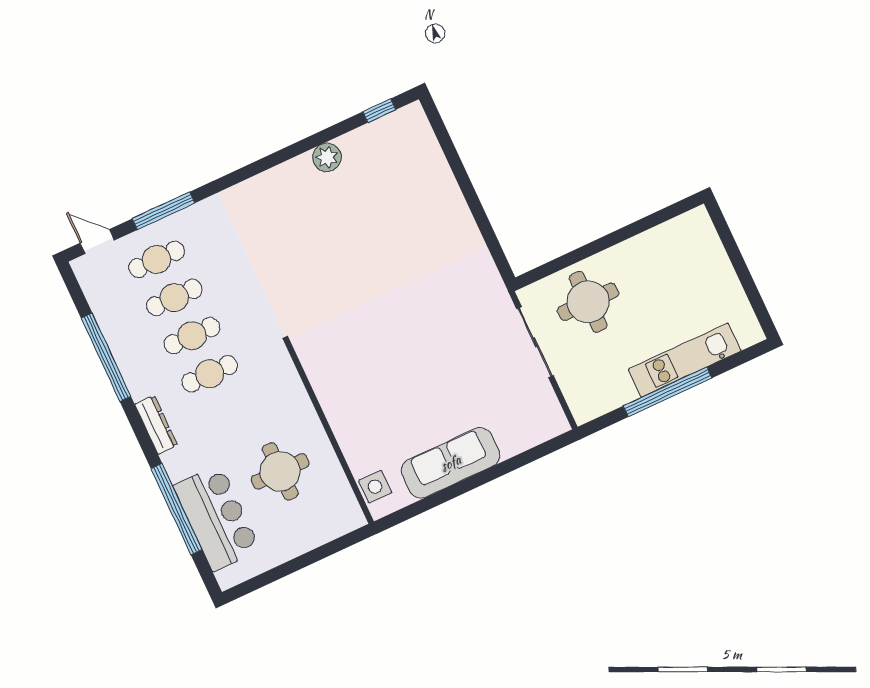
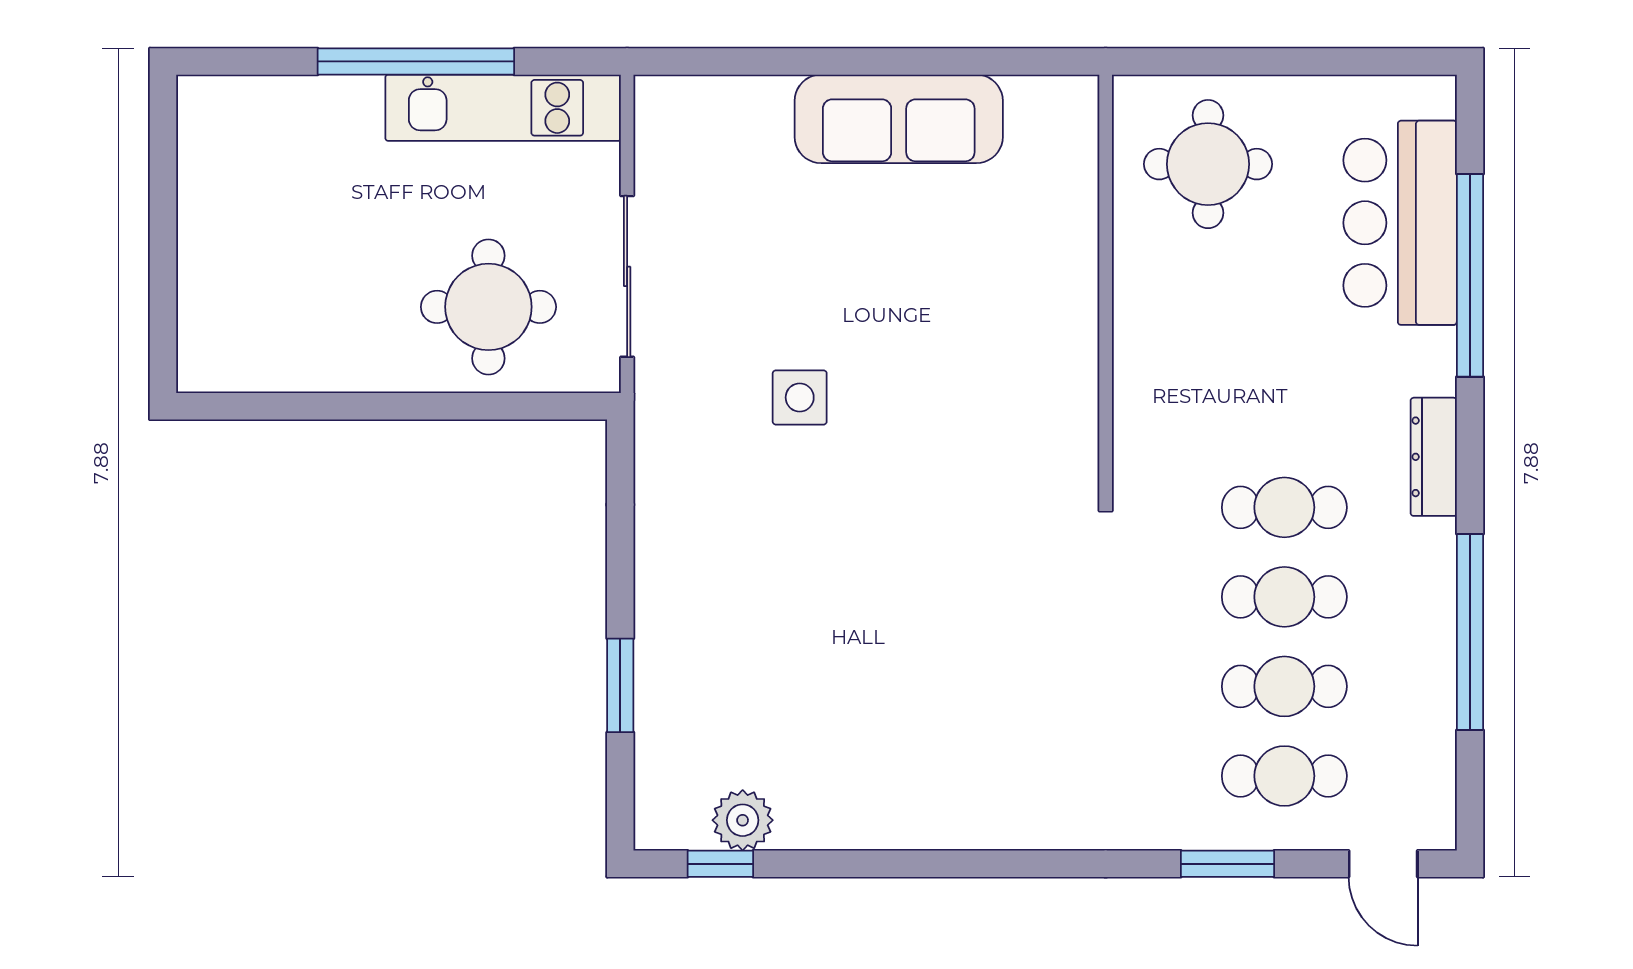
plant: (327, 157) -> (743, 820), moved
window: (457, 167) -> (620, 685), added
window: (163, 211) -> (1227, 864), width x0.69
kitchen unit: (685, 360) -> (503, 108), moved
round table: (280, 471) -> (1208, 164), moved
side table: (375, 487) -> (800, 397), moved

